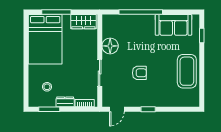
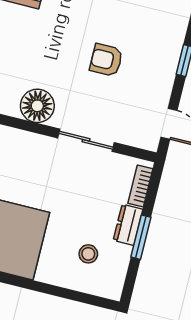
armchair: (139, 73) -> (106, 60), turned -90
window: (49, 109) -> (141, 237), moved

